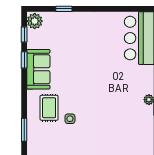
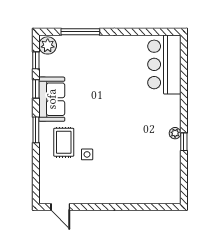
window: (64, 9) -> (80, 32), width x2.17
window: (24, 130) -> (36, 130), moved

